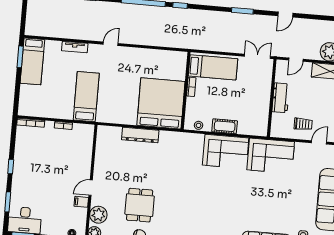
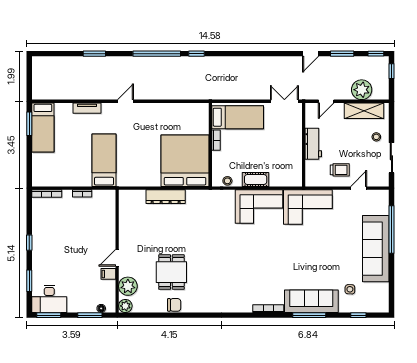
window: (242, 11) -> (342, 54), moved

